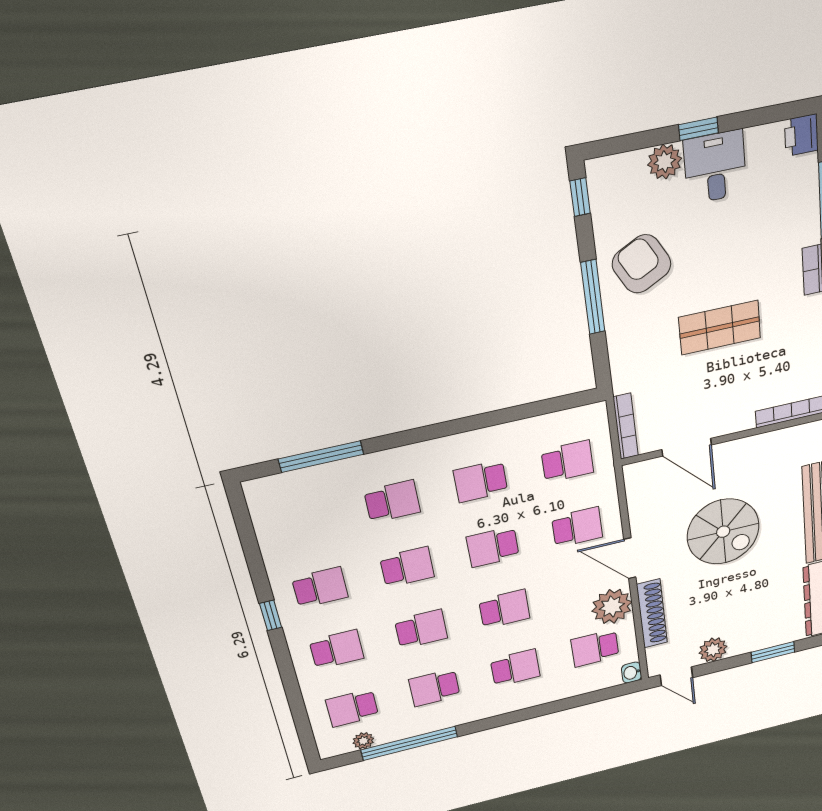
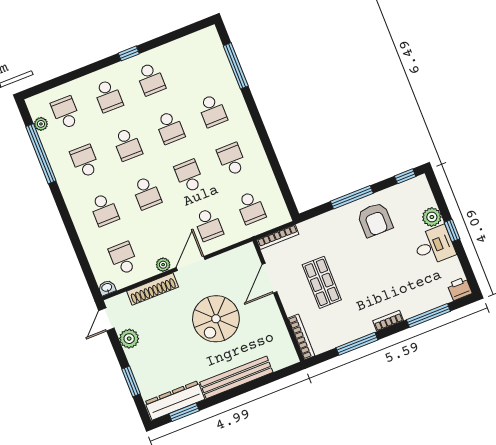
armchair: (642, 264) -> (375, 220), turned 118
shop shelf: (720, 328) -> (322, 282), moved
plant: (612, 607) -> (163, 265), width x0.53, depth x0.53

